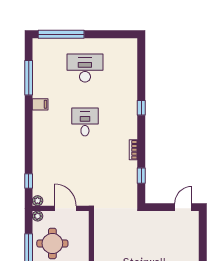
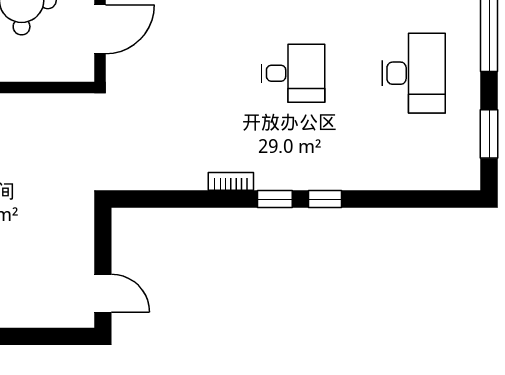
window: (112, 34) -> (489, 134), added
window: (141, 176) -> (275, 199), moved

